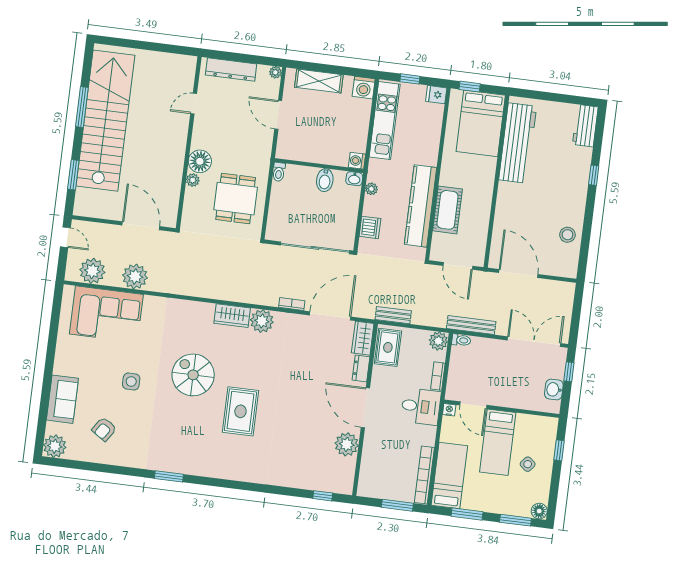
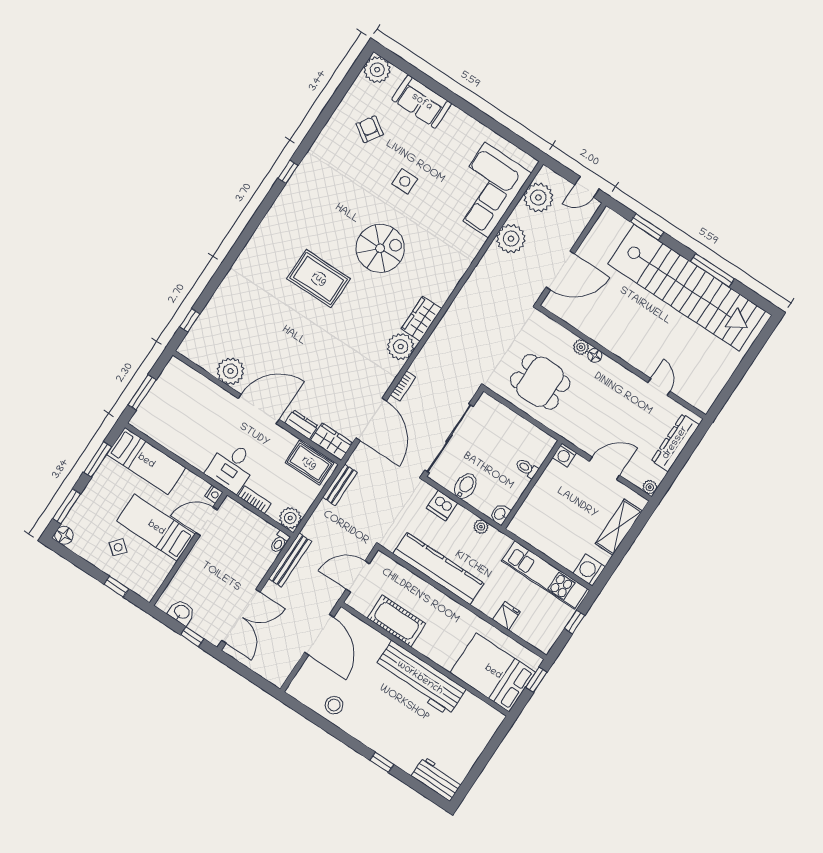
fridge: (436, 95) -> (506, 616), moved
workbench: (518, 143) -> (420, 678), moved
floor lamp: (200, 161) -> (595, 355), width x0.53, depth x0.53
washing machine: (357, 161) -> (564, 455), moved, turned 180
toilet: (279, 172) -> (527, 468), moved
bidet: (325, 180) -> (465, 486), moved, turned 90
cot: (448, 210) -> (397, 621), moved
door: (518, 274) -> (319, 635), hinge flipped
bookcase: (424, 475) -> (159, 436), removed
window: (169, 476) -> (288, 172), width x0.67

